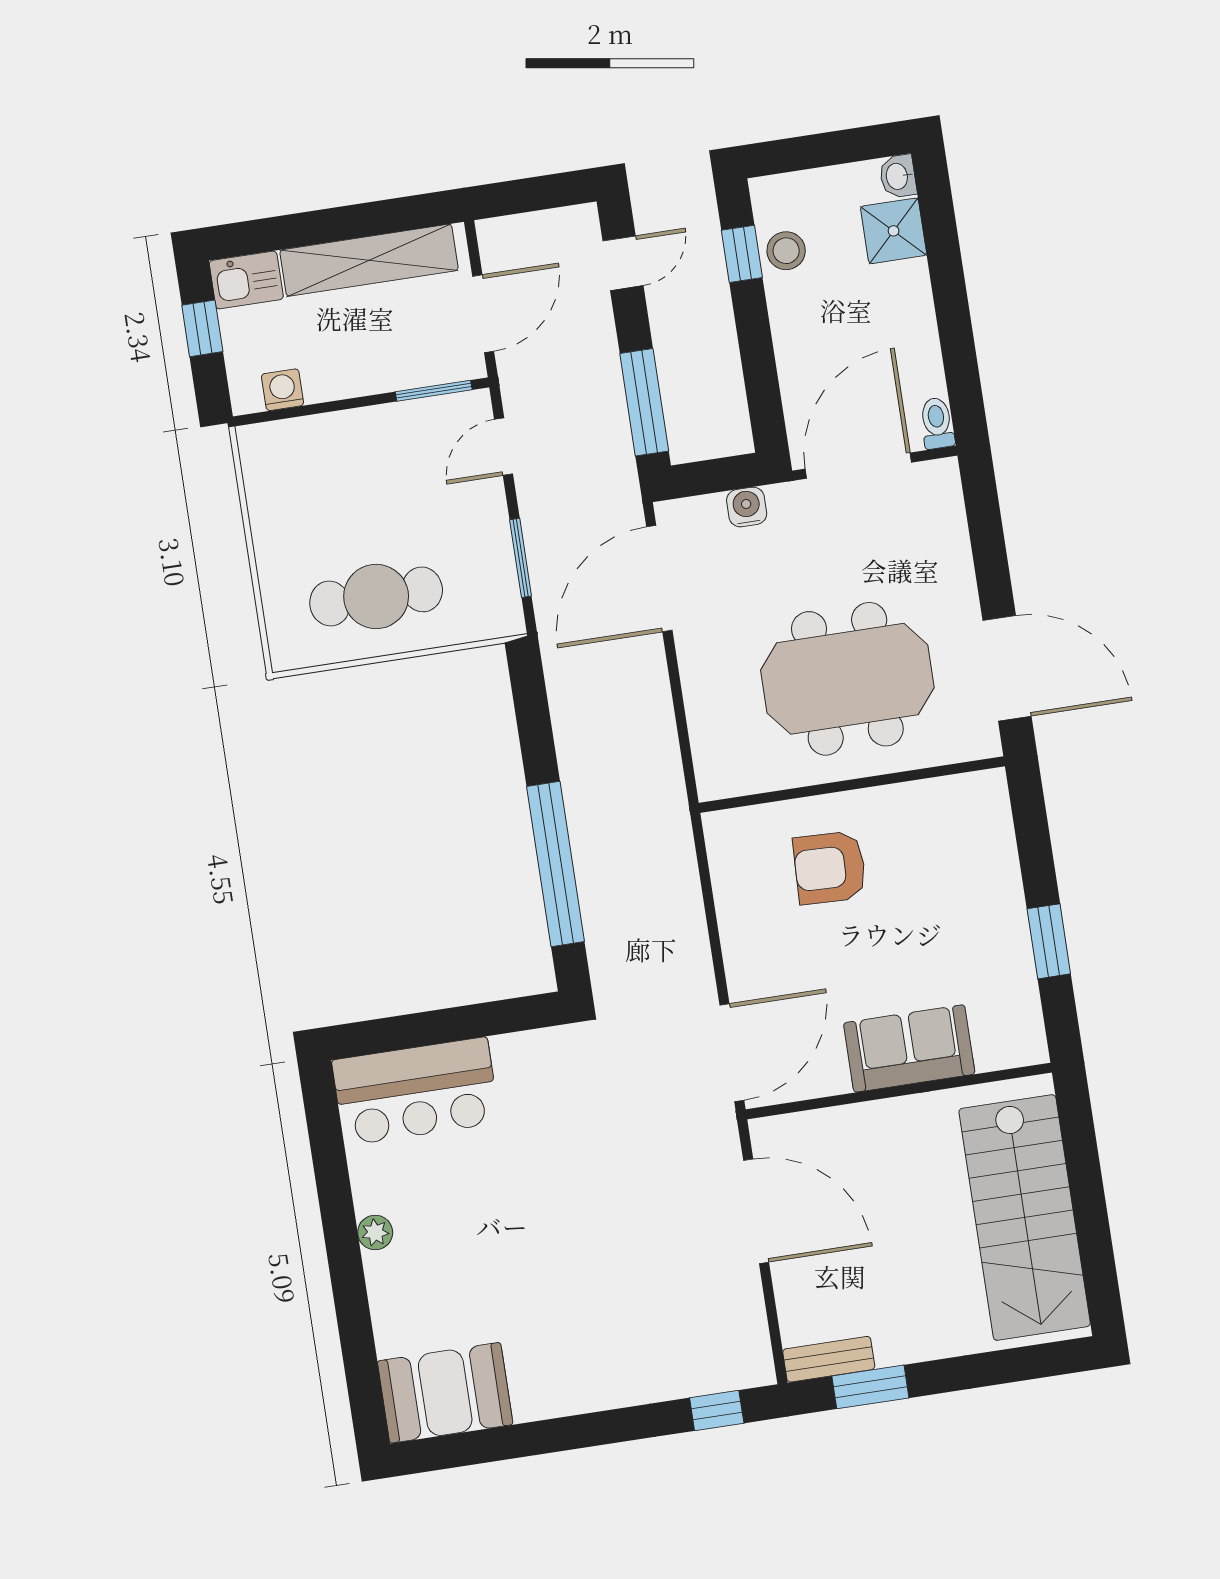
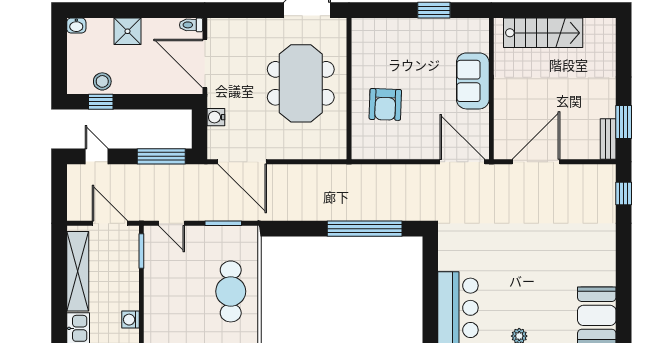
shower: (894, 231) -> (128, 31), moved
stairs: (1025, 1218) -> (543, 33), width x0.73, depth x0.66

